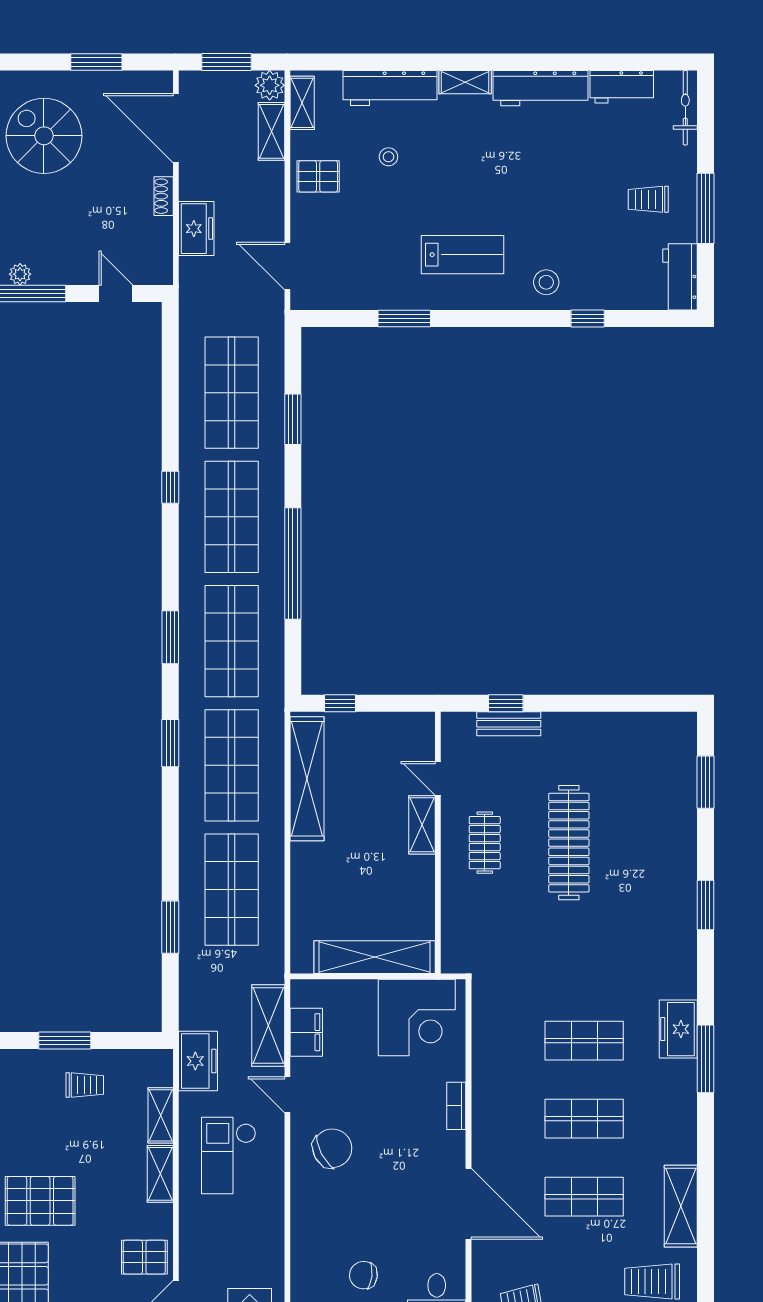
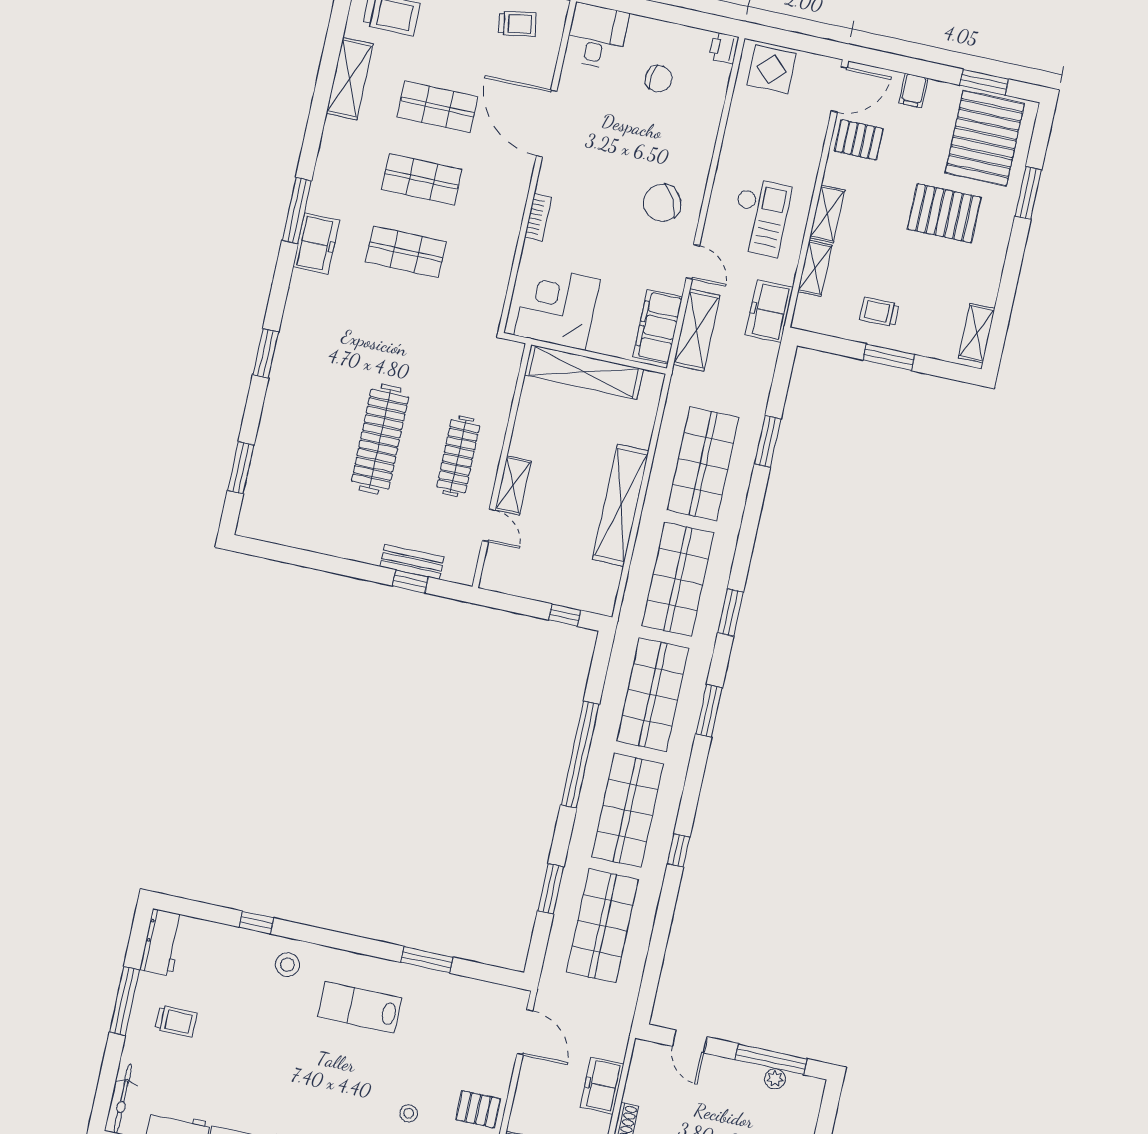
shelving: (307, 779) -> (621, 505), moved
clothes rail: (485, 843) -> (458, 456), width x1.36
filing cabinet: (306, 1032) -> (658, 327), width x1.50, depth x1.17

